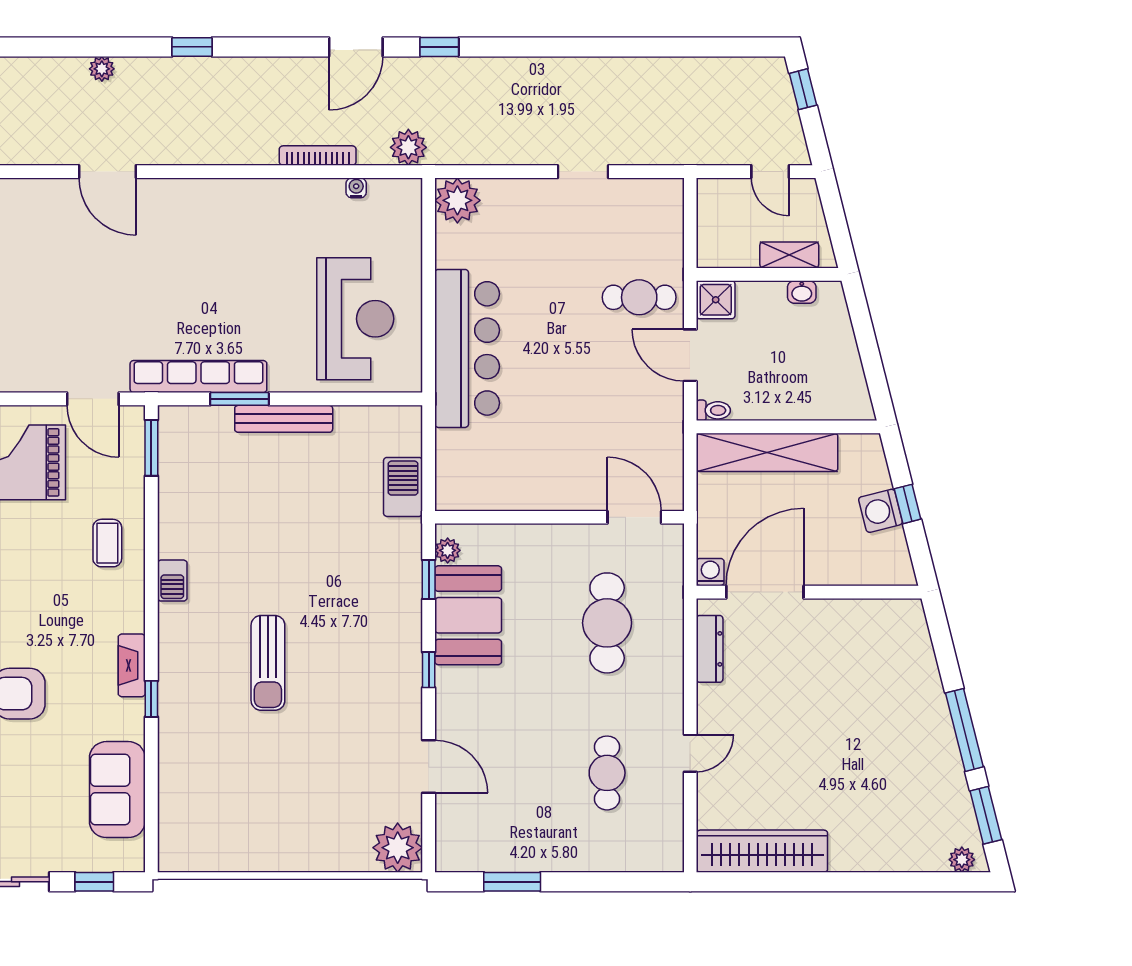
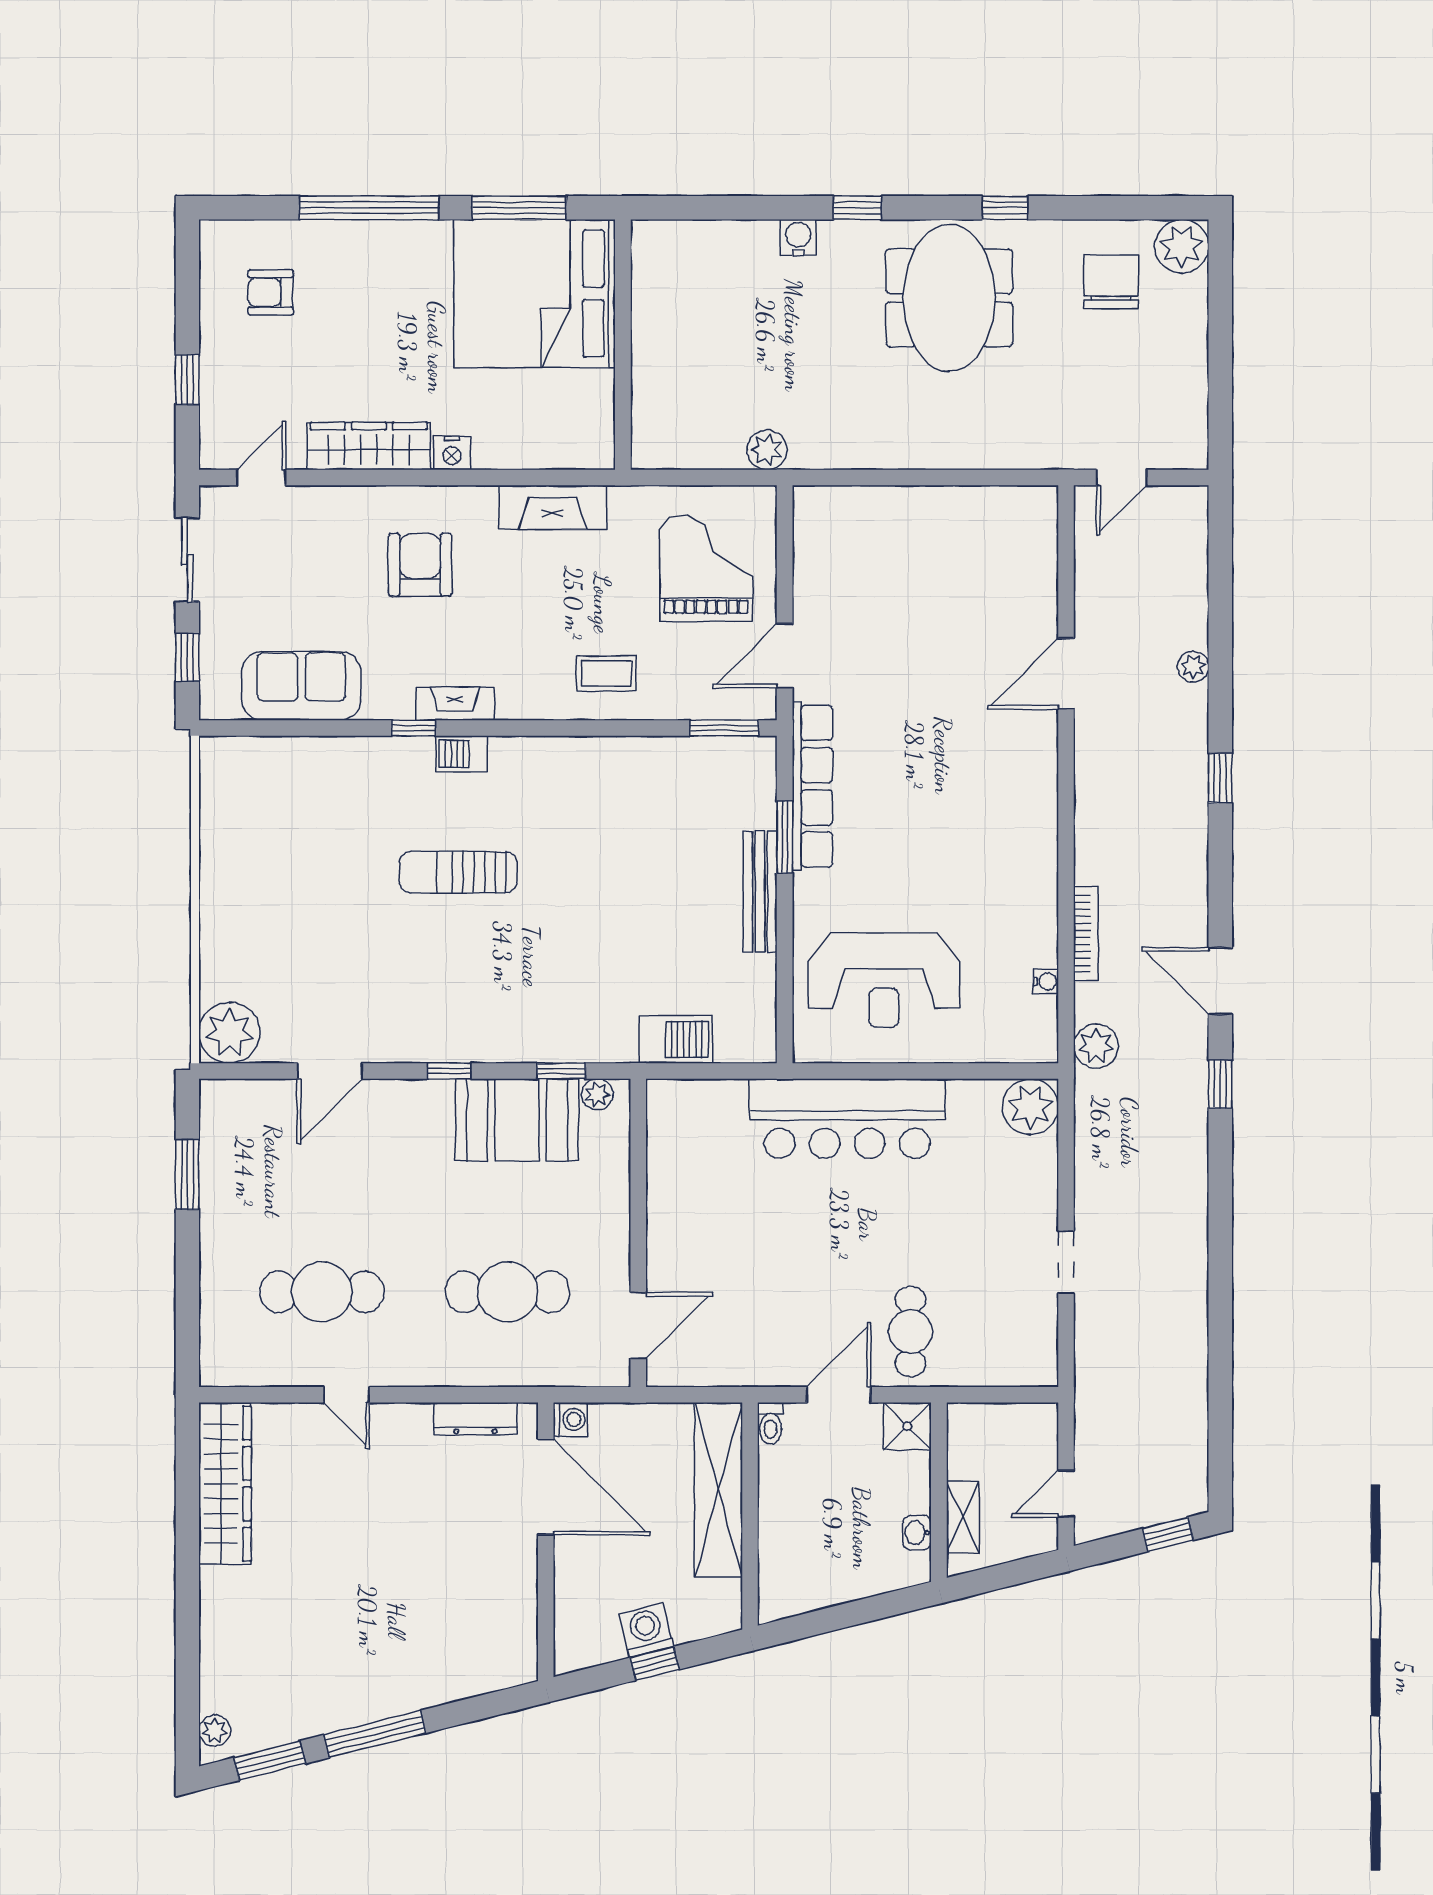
barbecue: (172, 581) -> (462, 754), moved
cafe table: (607, 773) -> (322, 1292), width x1.37, depth x1.35

